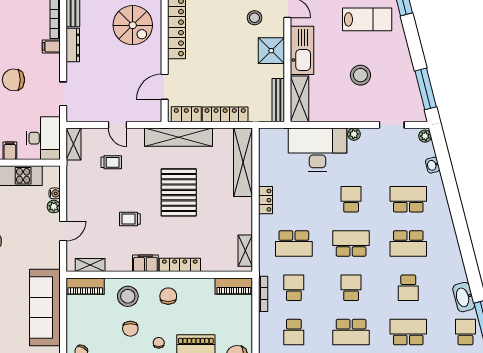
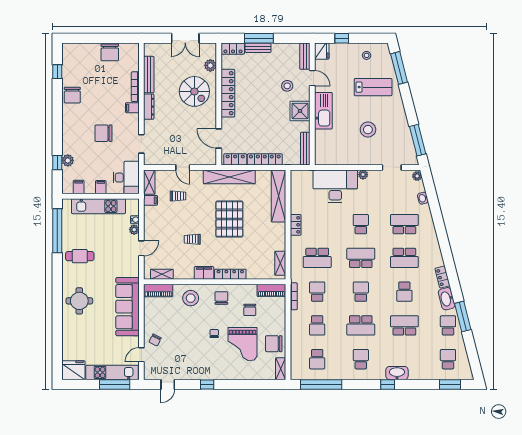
door: (165, 87) -> (219, 138), hinge flipped
shelving: (300, 99) -> (322, 148), removed
filing cabinet: (75, 168) -> (150, 200), added
locker: (458, 269) -> (443, 277), added
chair: (130, 329) -> (250, 310), moved

